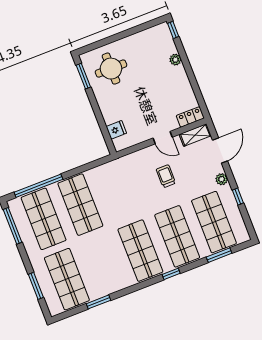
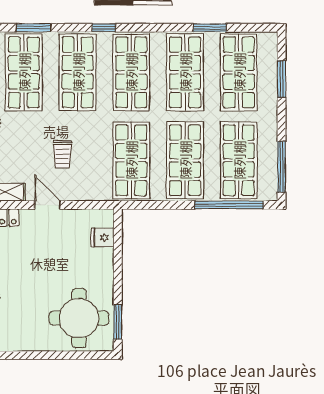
round table: (111, 69) -> (79, 318), width x1.36, depth x1.36
shop shelf: (117, 190) -> (131, 160), added
shop shelf: (104, 265) -> (185, 72), added

